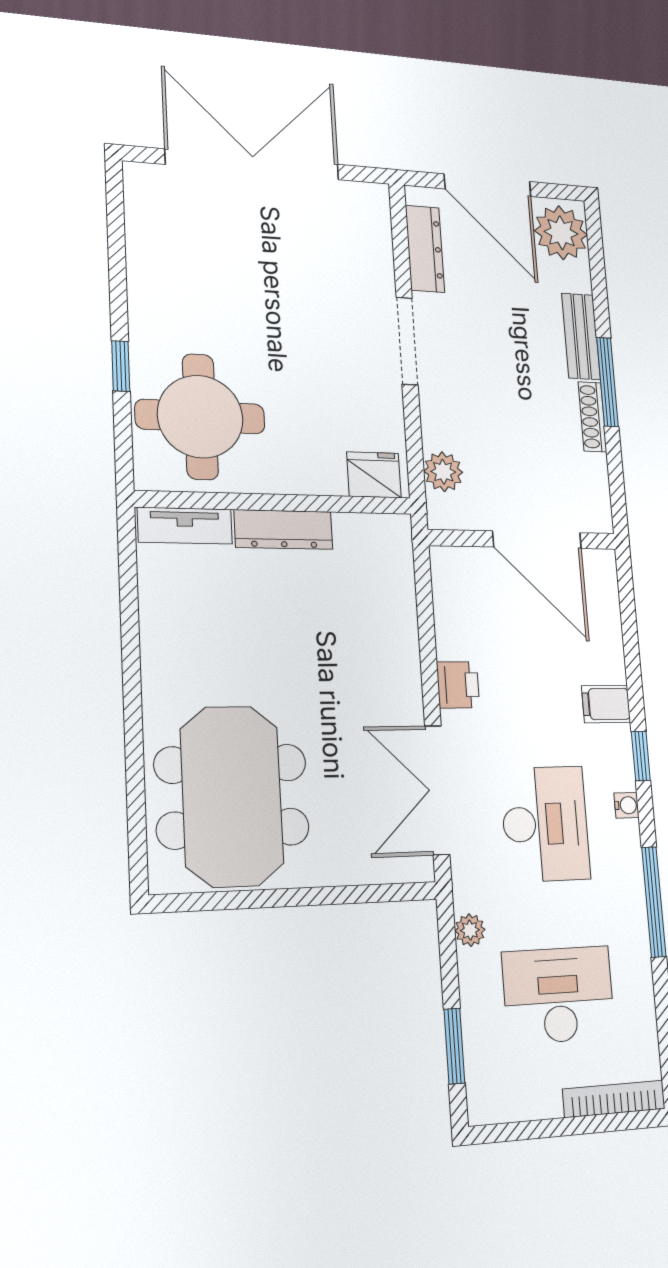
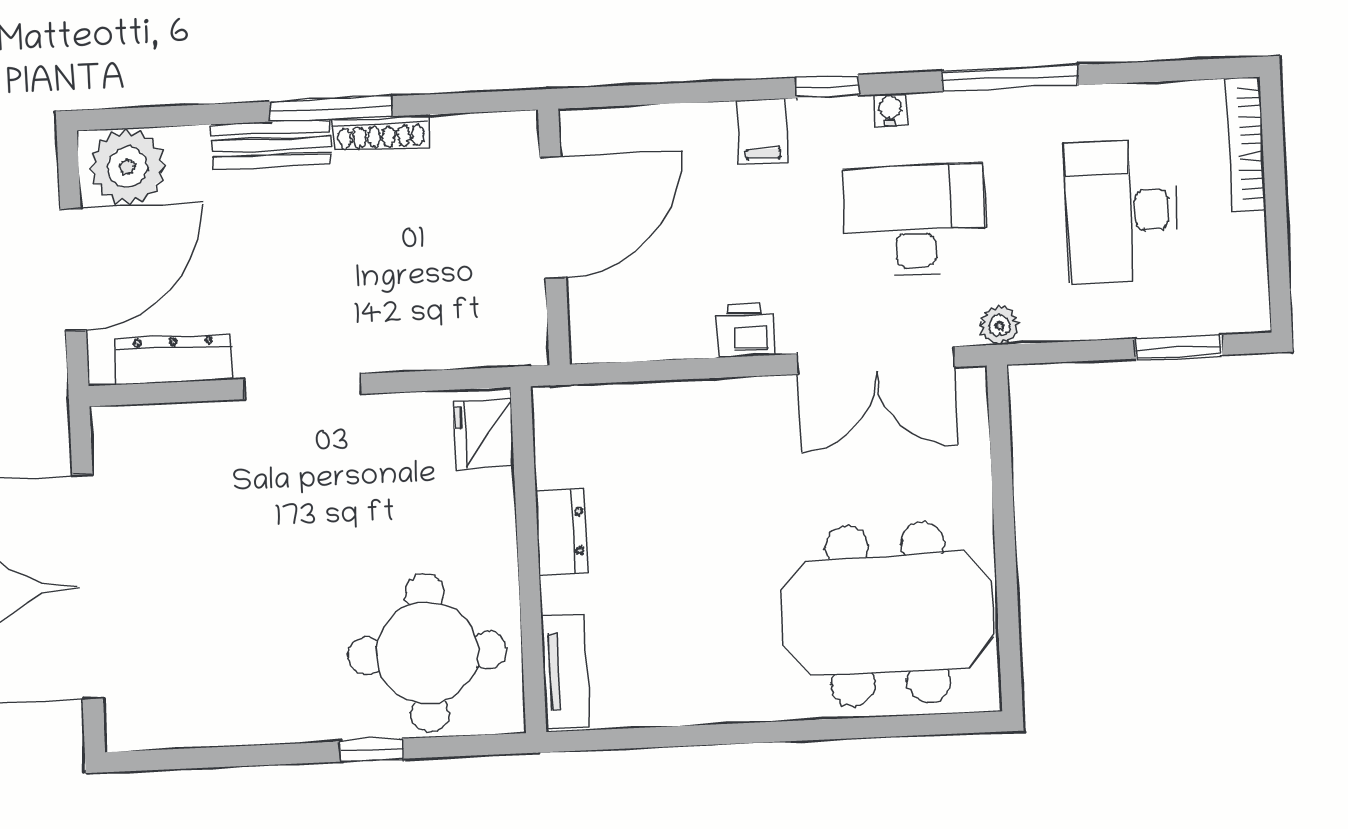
plant: (443, 472) -> (472, 342), removed
dresser: (284, 529) -> (561, 532), width x0.70
plant: (470, 930) -> (999, 325), moved

